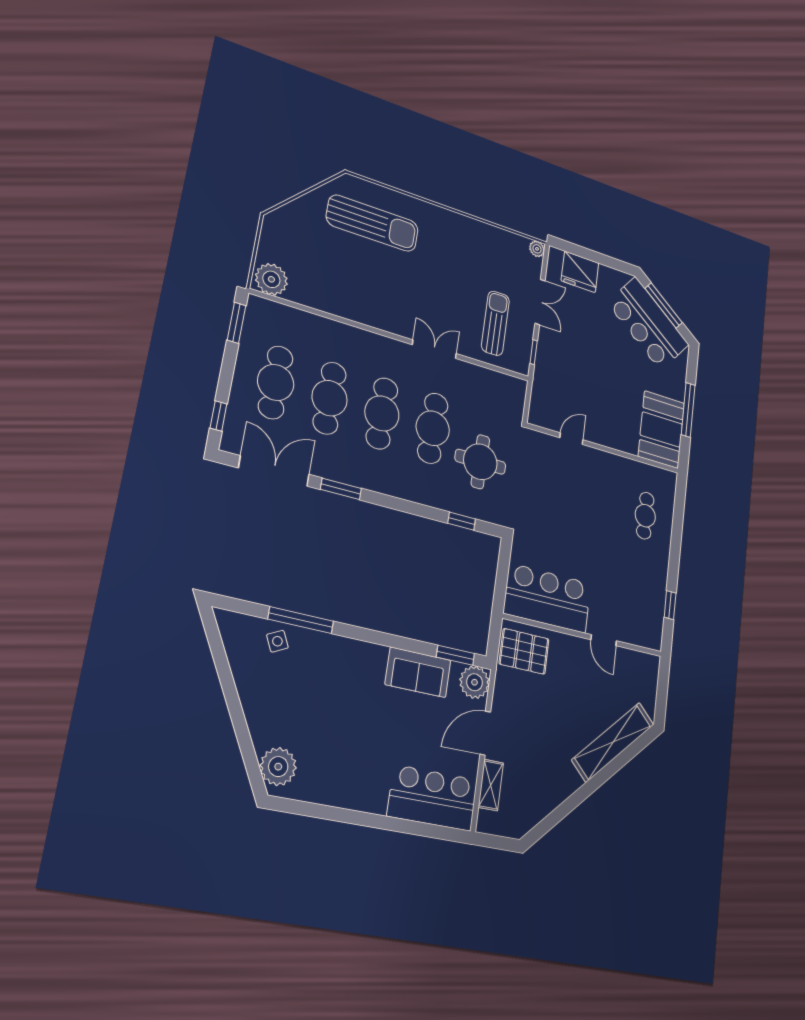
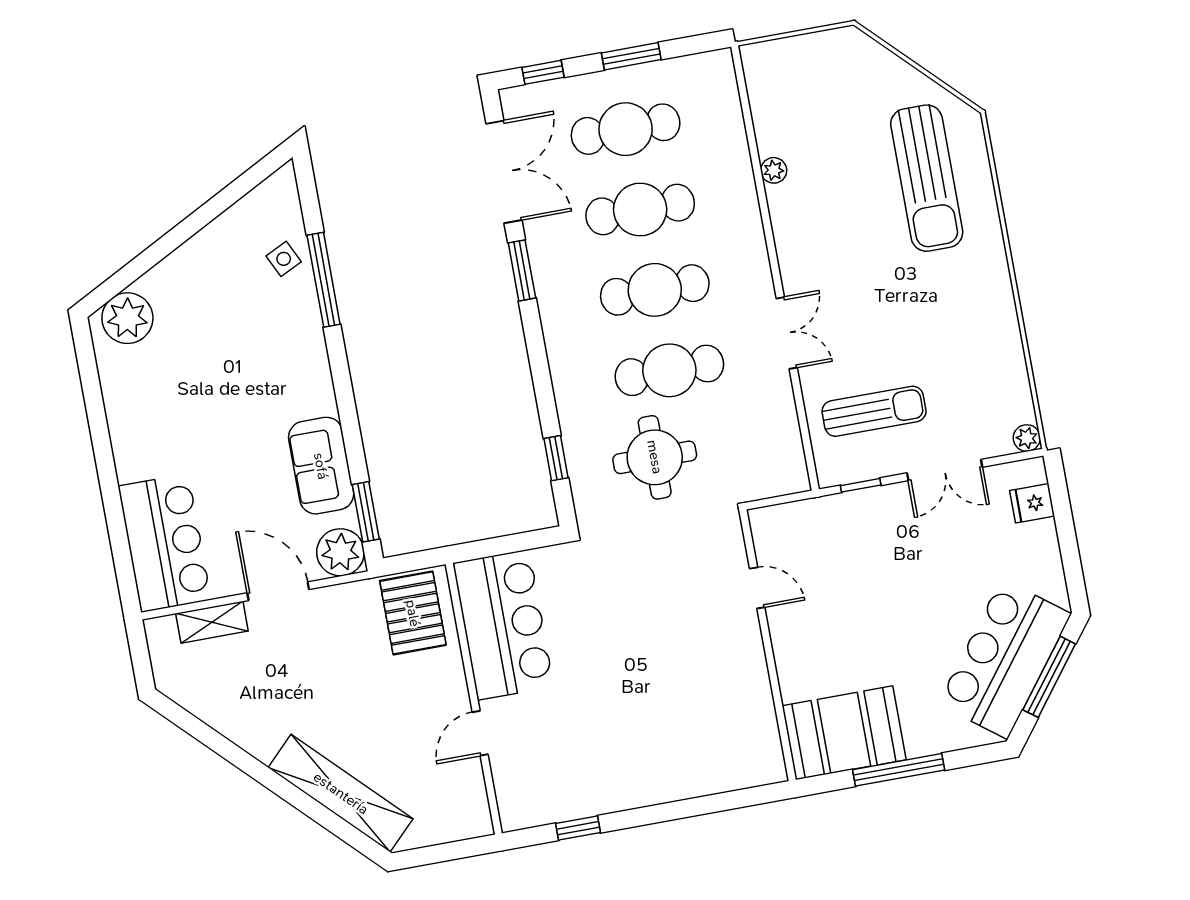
fridge: (580, 272) -> (1032, 503), width x0.53, depth x0.75
plant: (271, 279) -> (774, 170), moved, width x0.53, depth x0.53
window: (236, 323) -> (631, 56), moved
cafe table: (645, 516) -> (696, 746), removed

